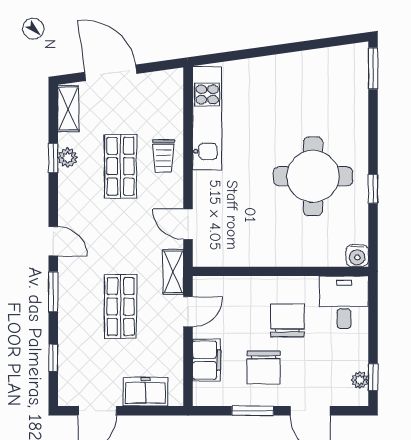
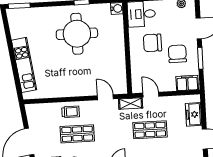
kitchen unit: (207, 118) -> (24, 65), moved, turned 82
door: (188, 224) -> (105, 97), swing flipped
filing cabinet: (206, 360) -> (187, 83), moved
chair: (264, 367) -> (177, 54), turned -90

